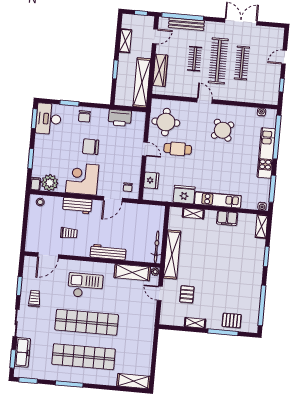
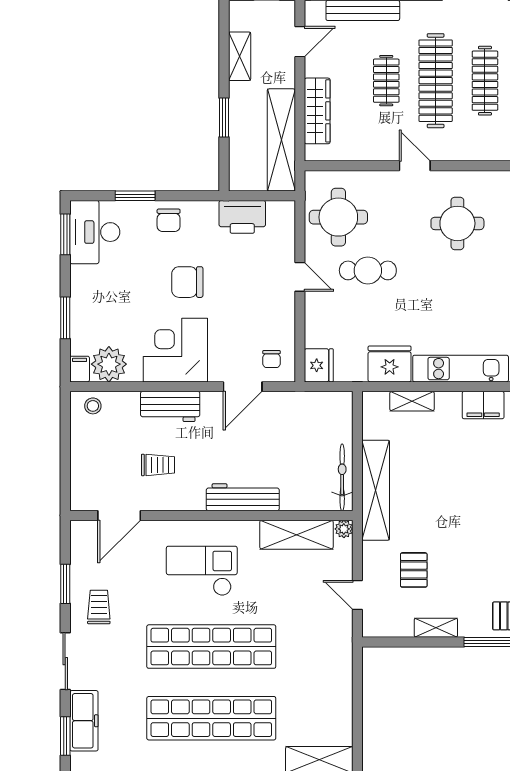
round table: (223, 130) -> (457, 223), turned 38
fridge: (151, 180) -> (319, 365), moved
door: (160, 293) -> (357, 595), moved

